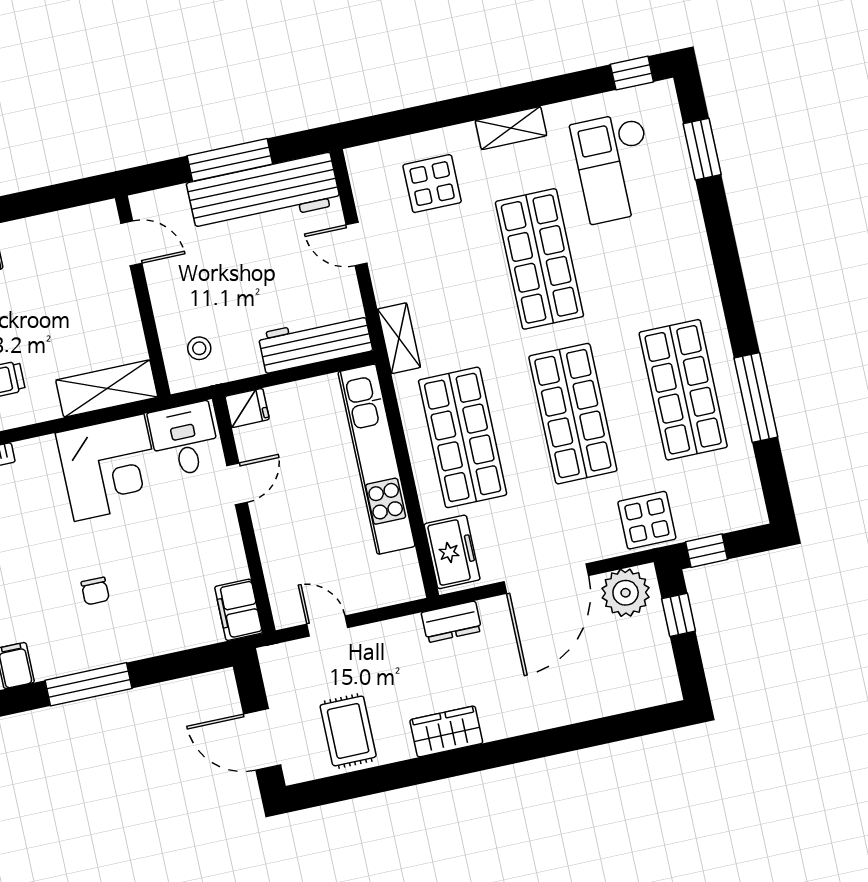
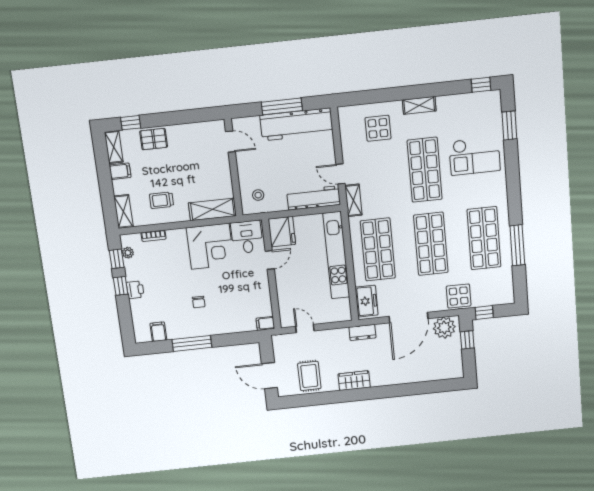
checkout: (615, 167) -> (475, 156), moved, turned -90
door: (357, 244) -> (340, 174), moved
fridge: (247, 408) -> (282, 232), width x1.88, depth x1.34
filing cabinet: (239, 610) -> (265, 323), width x0.50

